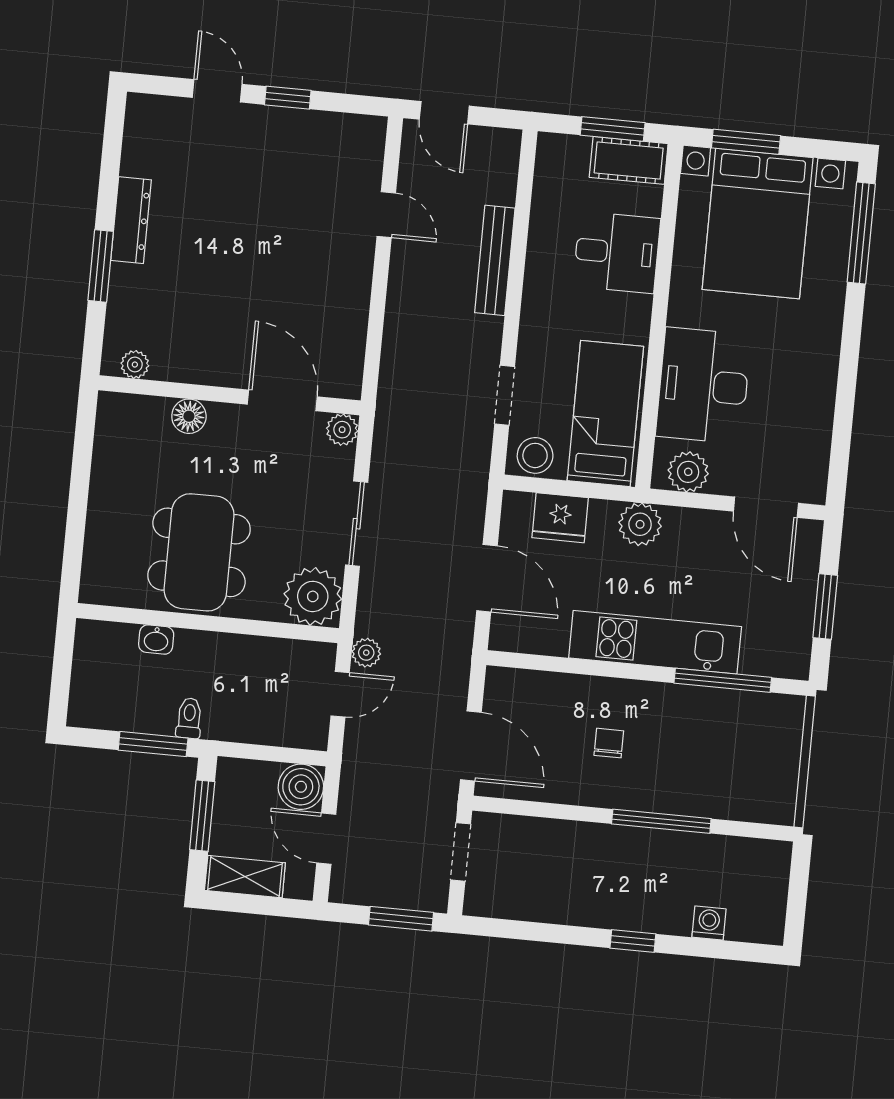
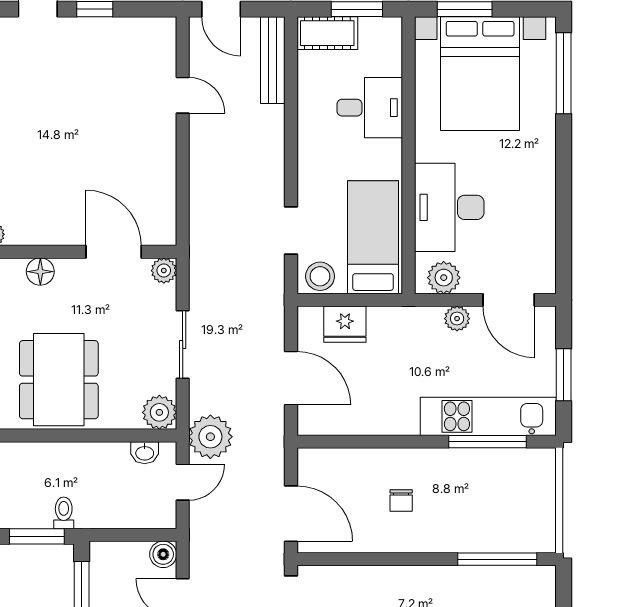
cot: (629, 160) -> (327, 33), moved
bench: (495, 260) -> (273, 60), moved
plant: (640, 524) -> (457, 319), moved, width x0.73, depth x0.73
plant: (313, 596) -> (159, 412), width x0.73, depth x0.73
washbasin: (156, 640) -> (145, 453), moved
kitchen unit: (655, 642) -> (488, 416), moved
plant: (366, 653) -> (210, 437), width x1.87, depth x1.87
chair: (609, 743) -> (401, 501), turned 180
boiler: (301, 787) -> (163, 554), width x0.73, depth x0.73
window: (661, 821) -> (497, 559), moved

